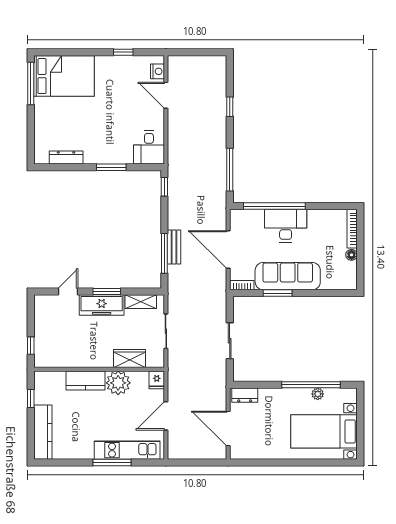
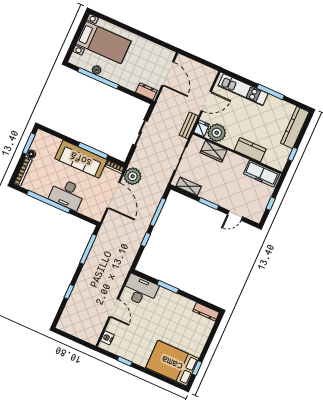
window: (31, 83) -> (197, 368), width x0.46
door: (166, 95) -> (114, 308), moved
desk: (149, 147) -> (140, 290), width x1.37
dresser: (66, 158) -> (206, 312), moved
window: (164, 187) -> (146, 240), moved
window: (274, 206) -> (48, 202), moved
bench: (174, 247) -> (189, 126), moved
window: (360, 267) -> (29, 144), added
plant: (215, 283) -> (133, 176), added
window: (278, 293) -> (93, 151), width x1.44
freezer: (102, 305) -> (262, 174), moved, turned 180
window: (31, 346) -> (271, 204), moved
plant: (118, 383) -> (217, 133), moved
window: (112, 462) -> (271, 92), moved

